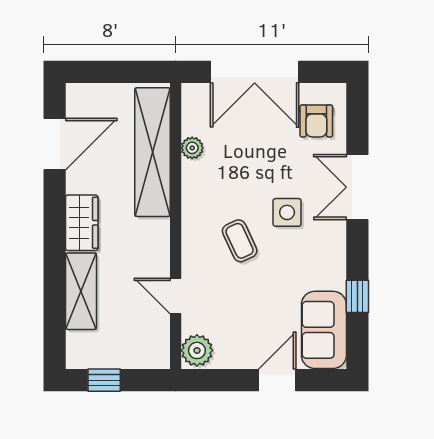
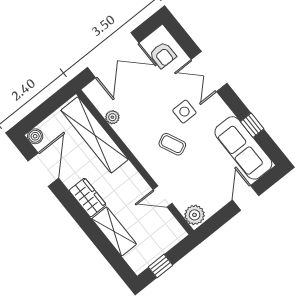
boiler: (78, 95) -> (35, 136), added
sofa: (324, 330) -> (243, 148), width x1.36

